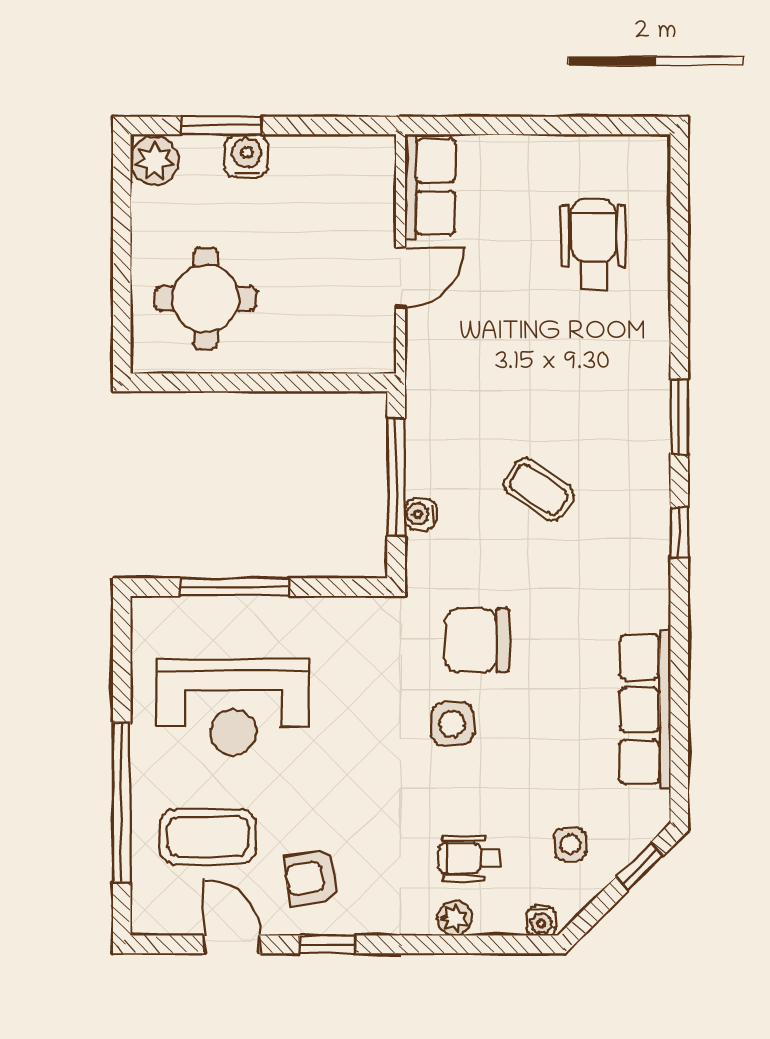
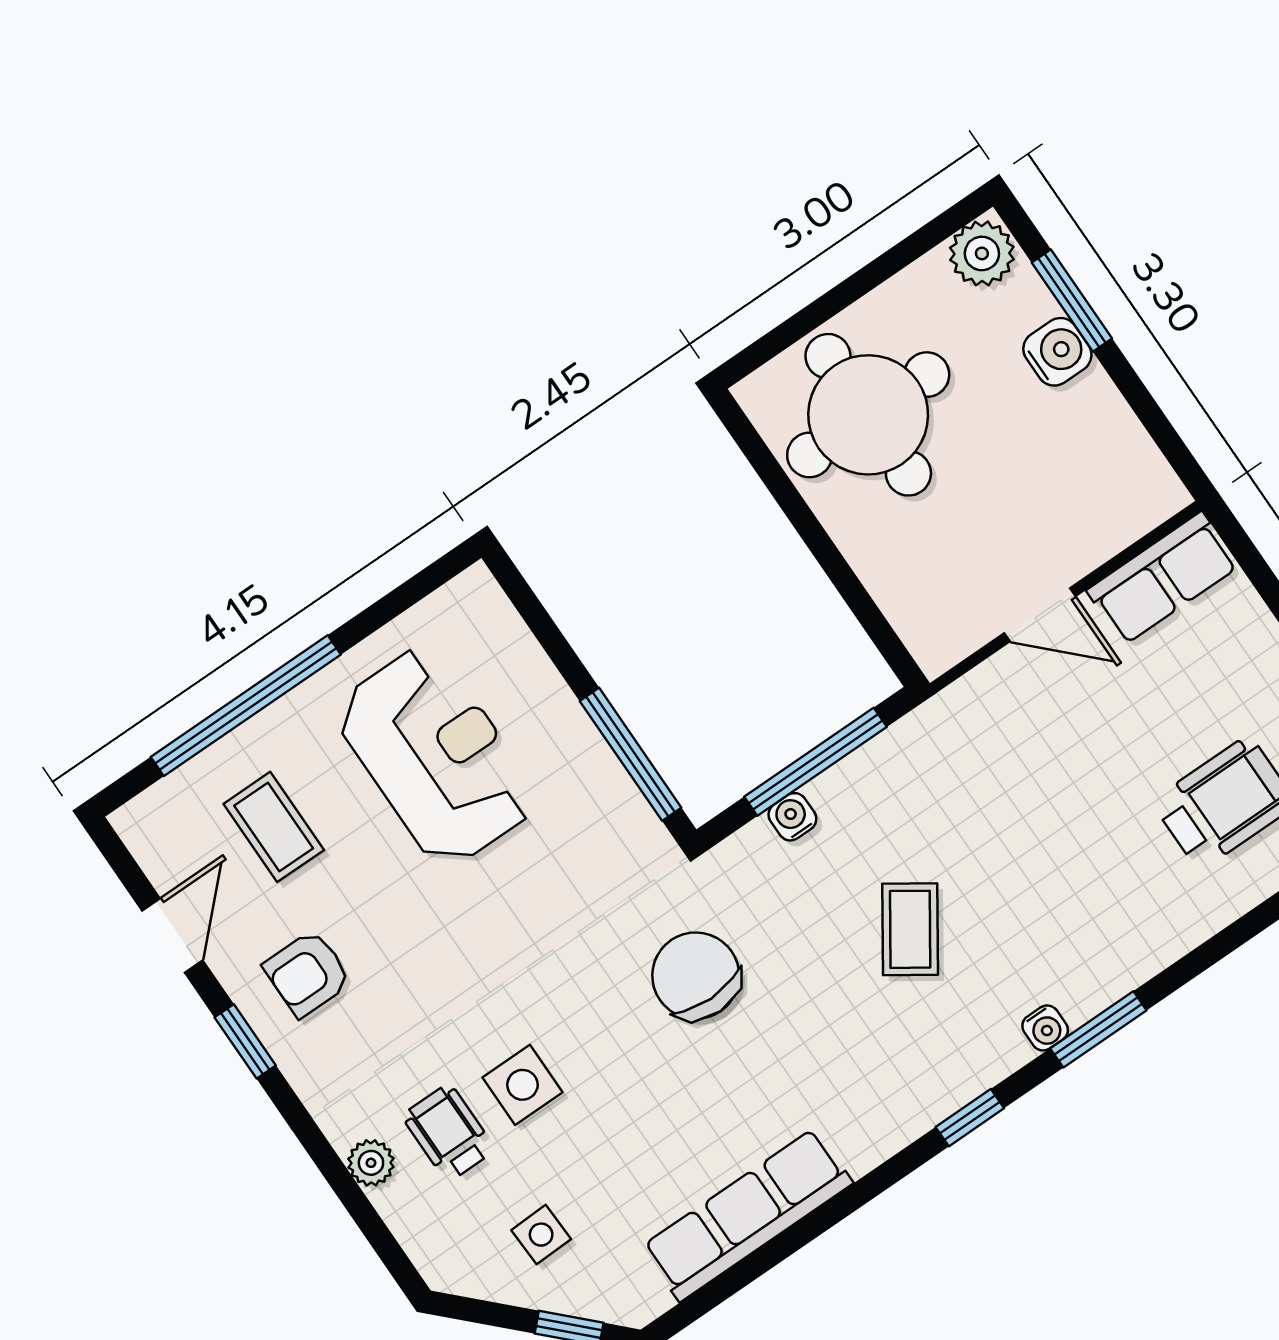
round table: (206, 298) -> (868, 415), width x1.36, depth x1.36
window: (234, 587) -> (631, 754), moved
reception desk: (233, 707) -> (436, 756), turned 180
side table: (452, 724) -> (522, 1085), moved
coffee table: (208, 837) -> (274, 827), width x0.73, depth x0.77
armchair: (312, 878) -> (307, 973), turned -81
water cooler: (541, 921) -> (1045, 1028), moved, turned -90

